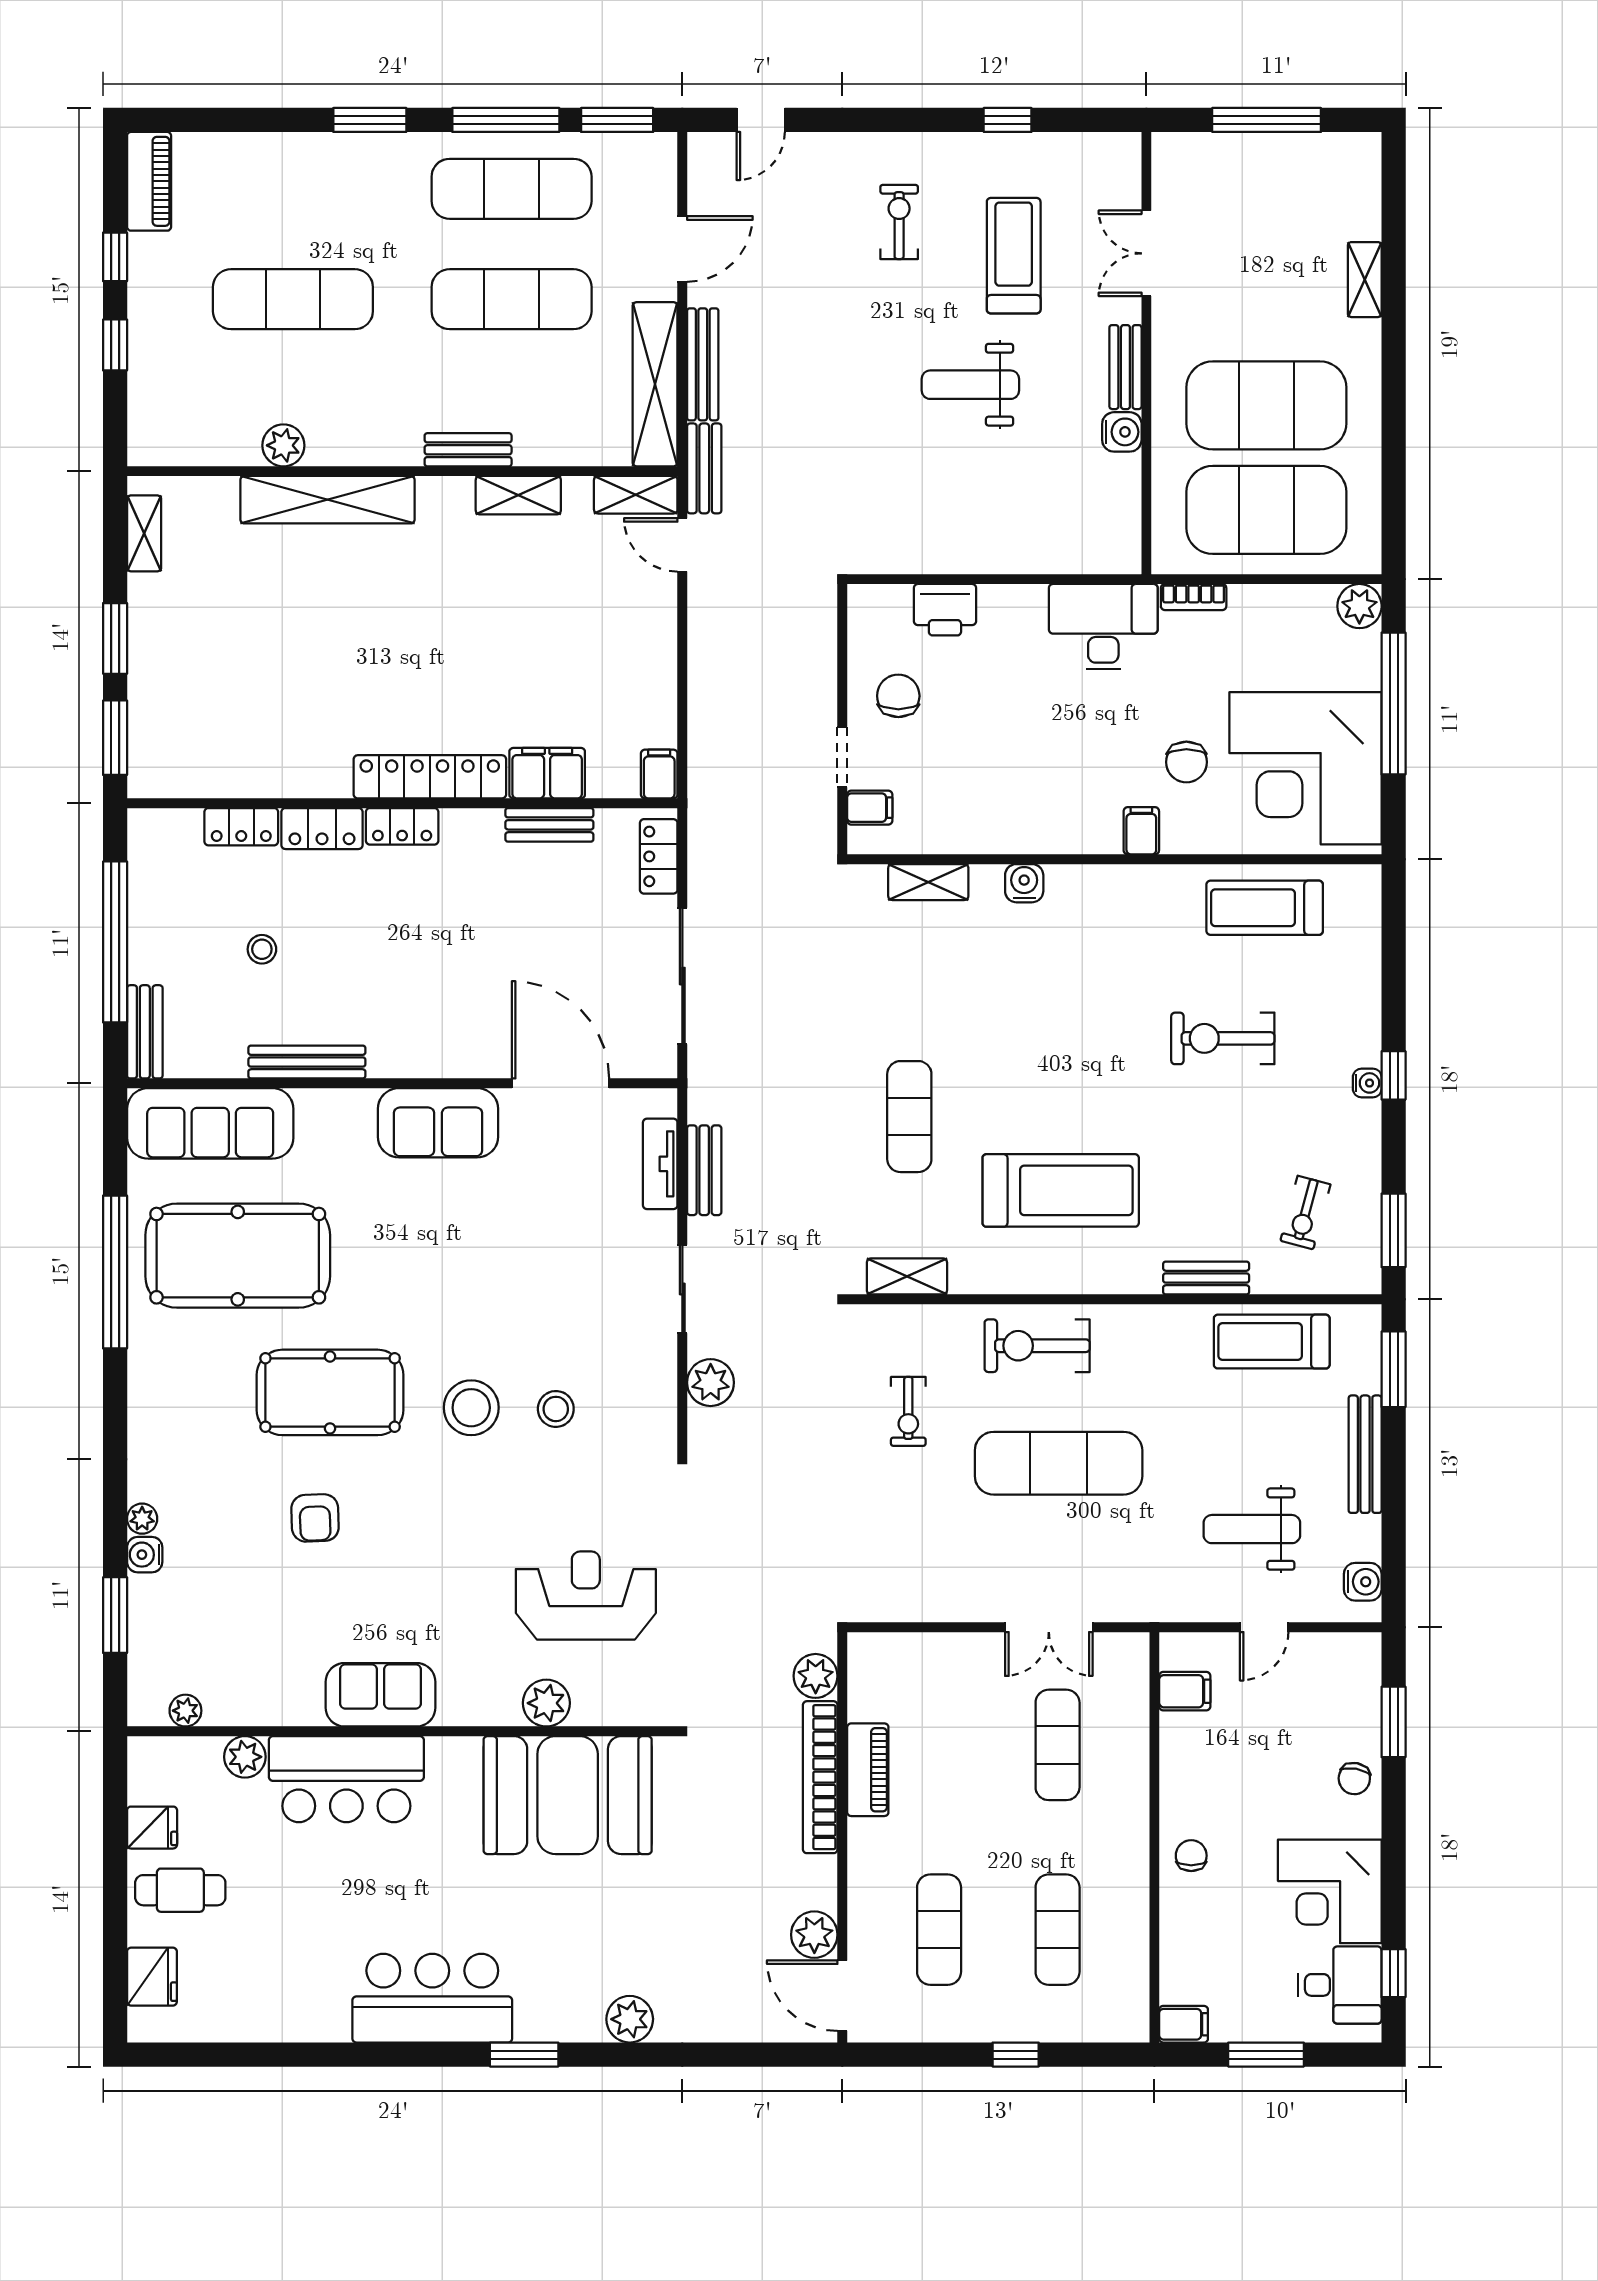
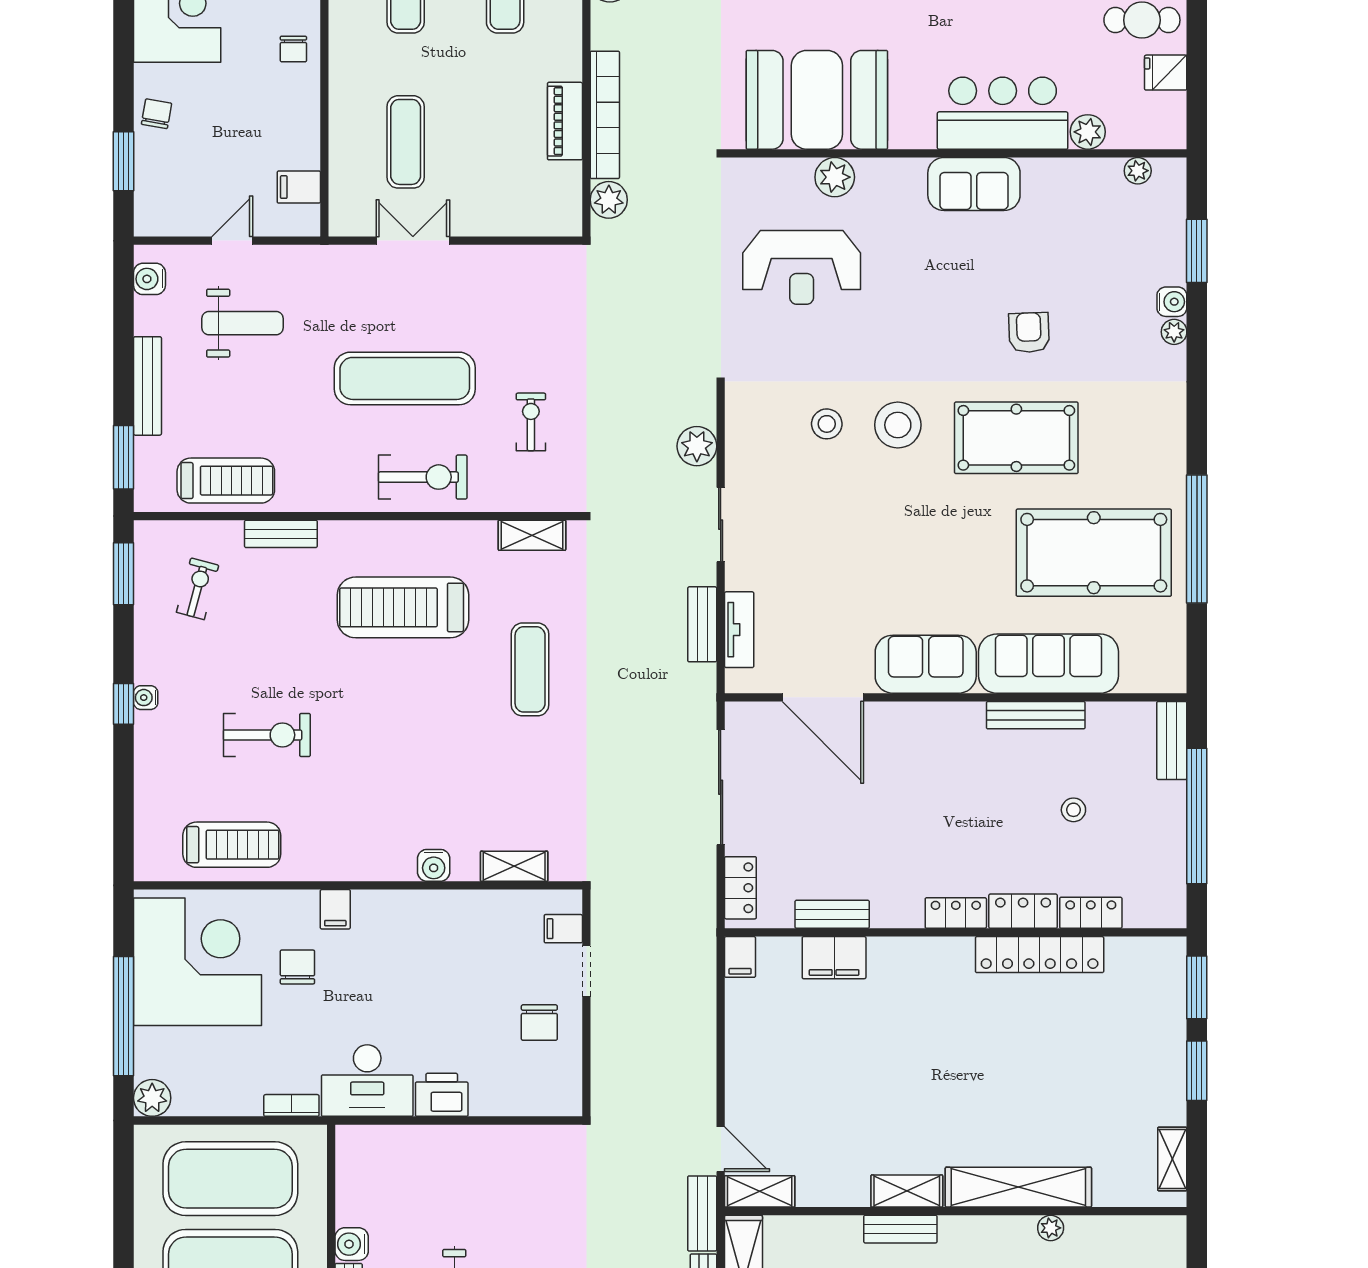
plant: (283, 445) -> (1051, 1228), width x0.73, depth x0.73
shelving: (518, 495) -> (907, 1191), moved
printer: (945, 610) -> (442, 1095), moved
locker: (430, 777) -> (1040, 955), moved
sofa: (210, 1123) -> (1049, 664), moved

